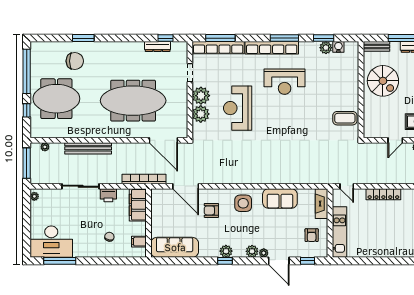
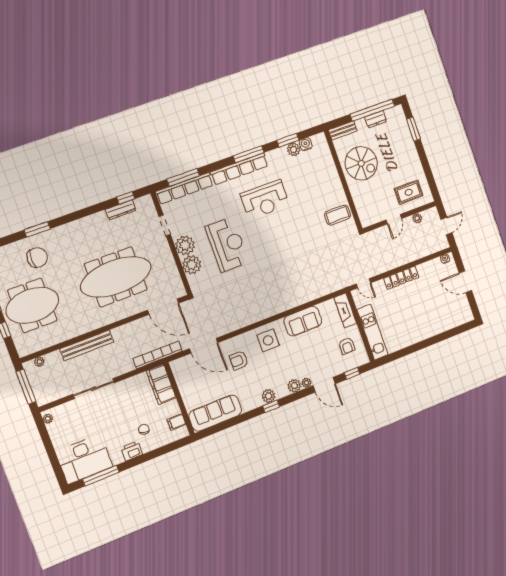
reception desk: (238, 108) -> (227, 244), turned 180
printer: (108, 195) -> (132, 451), moved, turned 180

